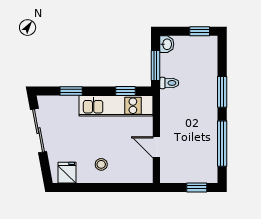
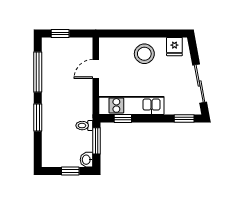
window: (200, 31) -> (70, 171), moved
window: (71, 91) -> (184, 118), moved
door: (156, 147) -> (96, 69), swing flipped
stool: (101, 164) -> (144, 54), width x1.89, depth x1.89

